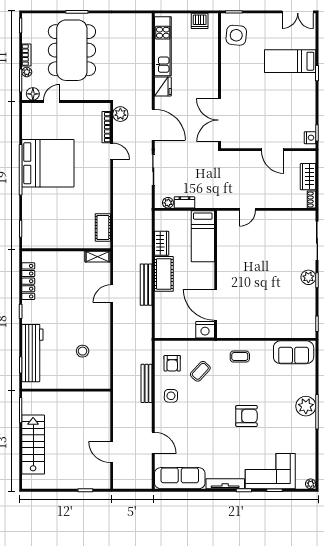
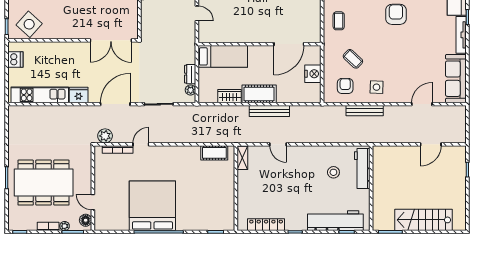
side table: (236, 35) -> (29, 24), turned 37
nightstand: (205, 330) -> (313, 74), moved
armchair: (172, 363) -> (345, 86), turned -90
workbench: (86, 381) -> (362, 169), added

